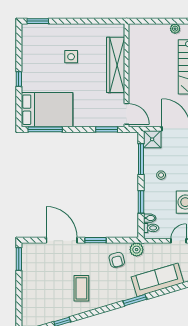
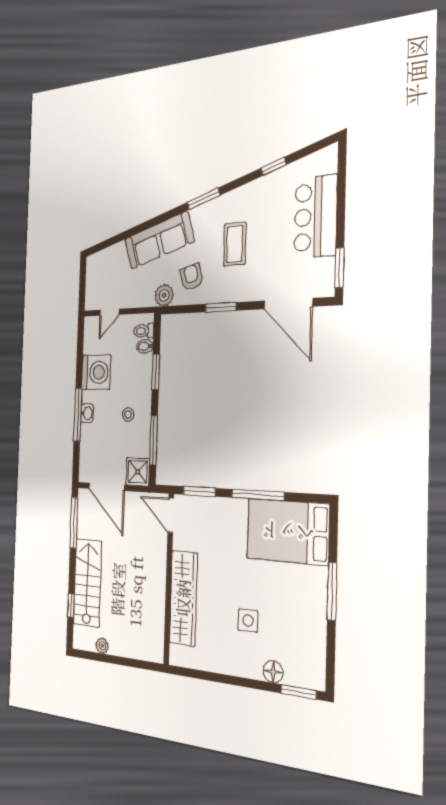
floor lamp: (54, 30) -> (273, 672), added
window: (19, 79) -> (332, 591), width x2.17
window: (45, 129) -> (258, 495), moved
door: (62, 240) -> (288, 304), moved
sofa: (158, 280) -> (159, 240), moved
coffee table: (81, 288) -> (235, 244), moved
bar counter: (34, 289) -> (316, 217), added
window: (135, 300) -> (204, 199), moved

